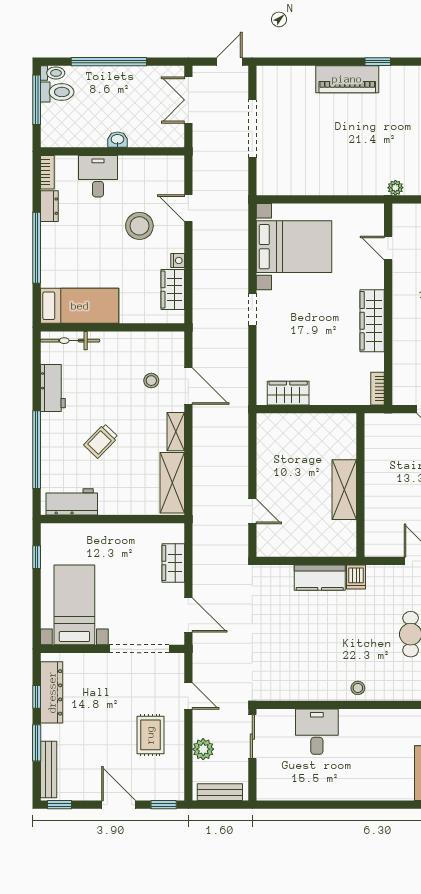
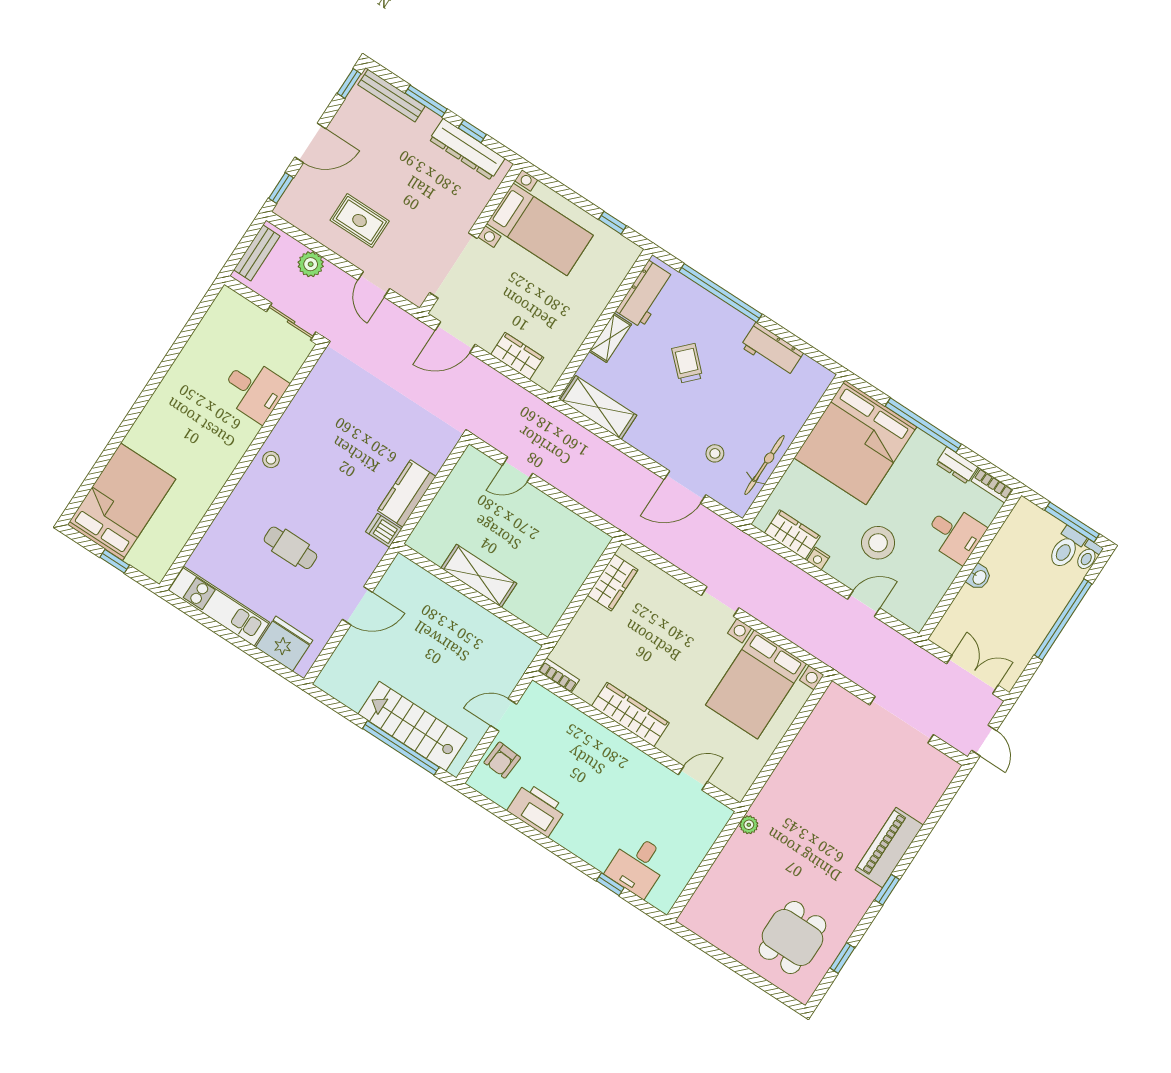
bed: (80, 306) -> (855, 442), width x2.04
bicycle: (70, 341) -> (765, 465), moved
shelving: (176, 432) -> (610, 338), moved, turned 90
door: (188, 696) -> (374, 284), hinge flipped

